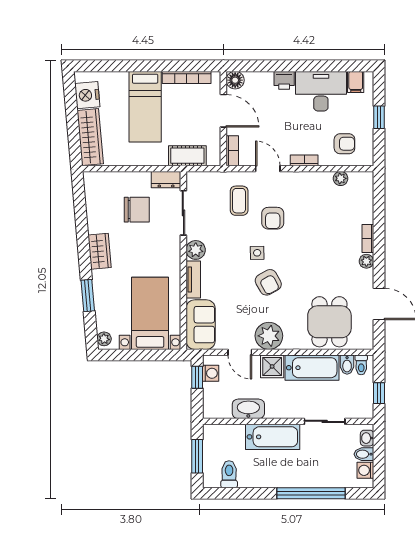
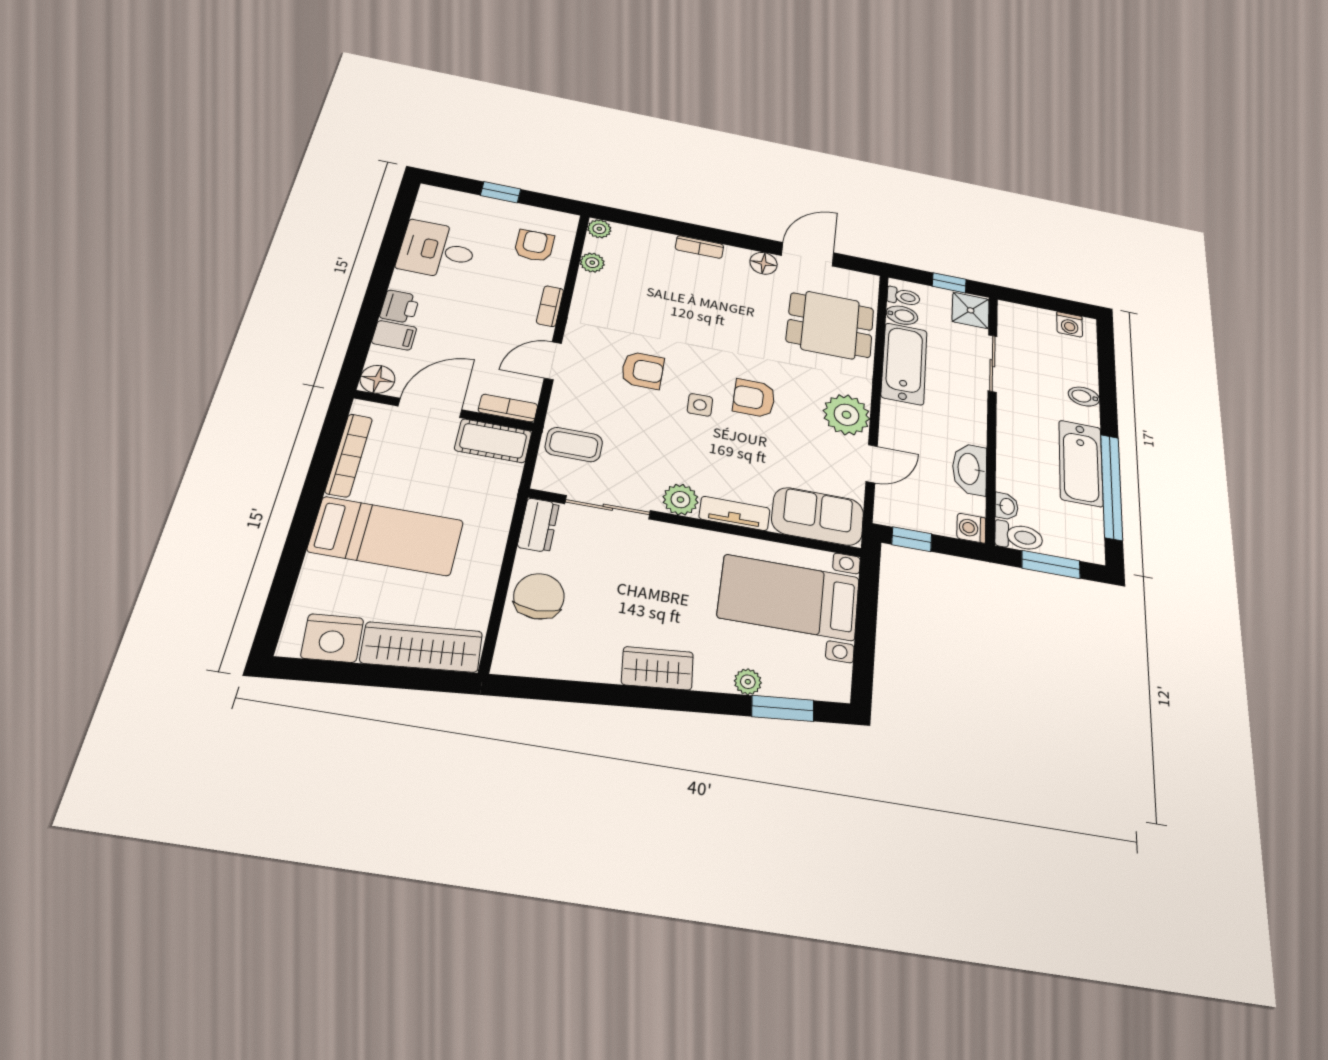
filing cabinet: (356, 82) -> (394, 335), moved
desk: (321, 91) -> (437, 250), width x0.73
cot: (187, 156) -> (493, 441), moved, turned 90
coffee table: (239, 201) -> (574, 445), moved
chair: (137, 210) -> (539, 596), moved
plant: (366, 261) -> (599, 229), moved
floor lamp: (365, 278) -> (764, 263), added
armchair: (268, 282) -> (754, 398), turned -151
window: (88, 296) -> (783, 708), moved
plant: (104, 339) -> (748, 682), moved
shower: (272, 366) -> (971, 310), moved
washing machine: (211, 373) -> (971, 528), moved, turned -90
bathtub: (273, 437) -> (1081, 463), moved, turned 180
washbasin: (367, 438) -> (1007, 506), moved, turned -90
bidet: (364, 454) -> (1084, 397), moved, turned 90
toilet: (229, 474) -> (1019, 536), moved, turned 180
window: (311, 493) -> (1112, 487), moved

